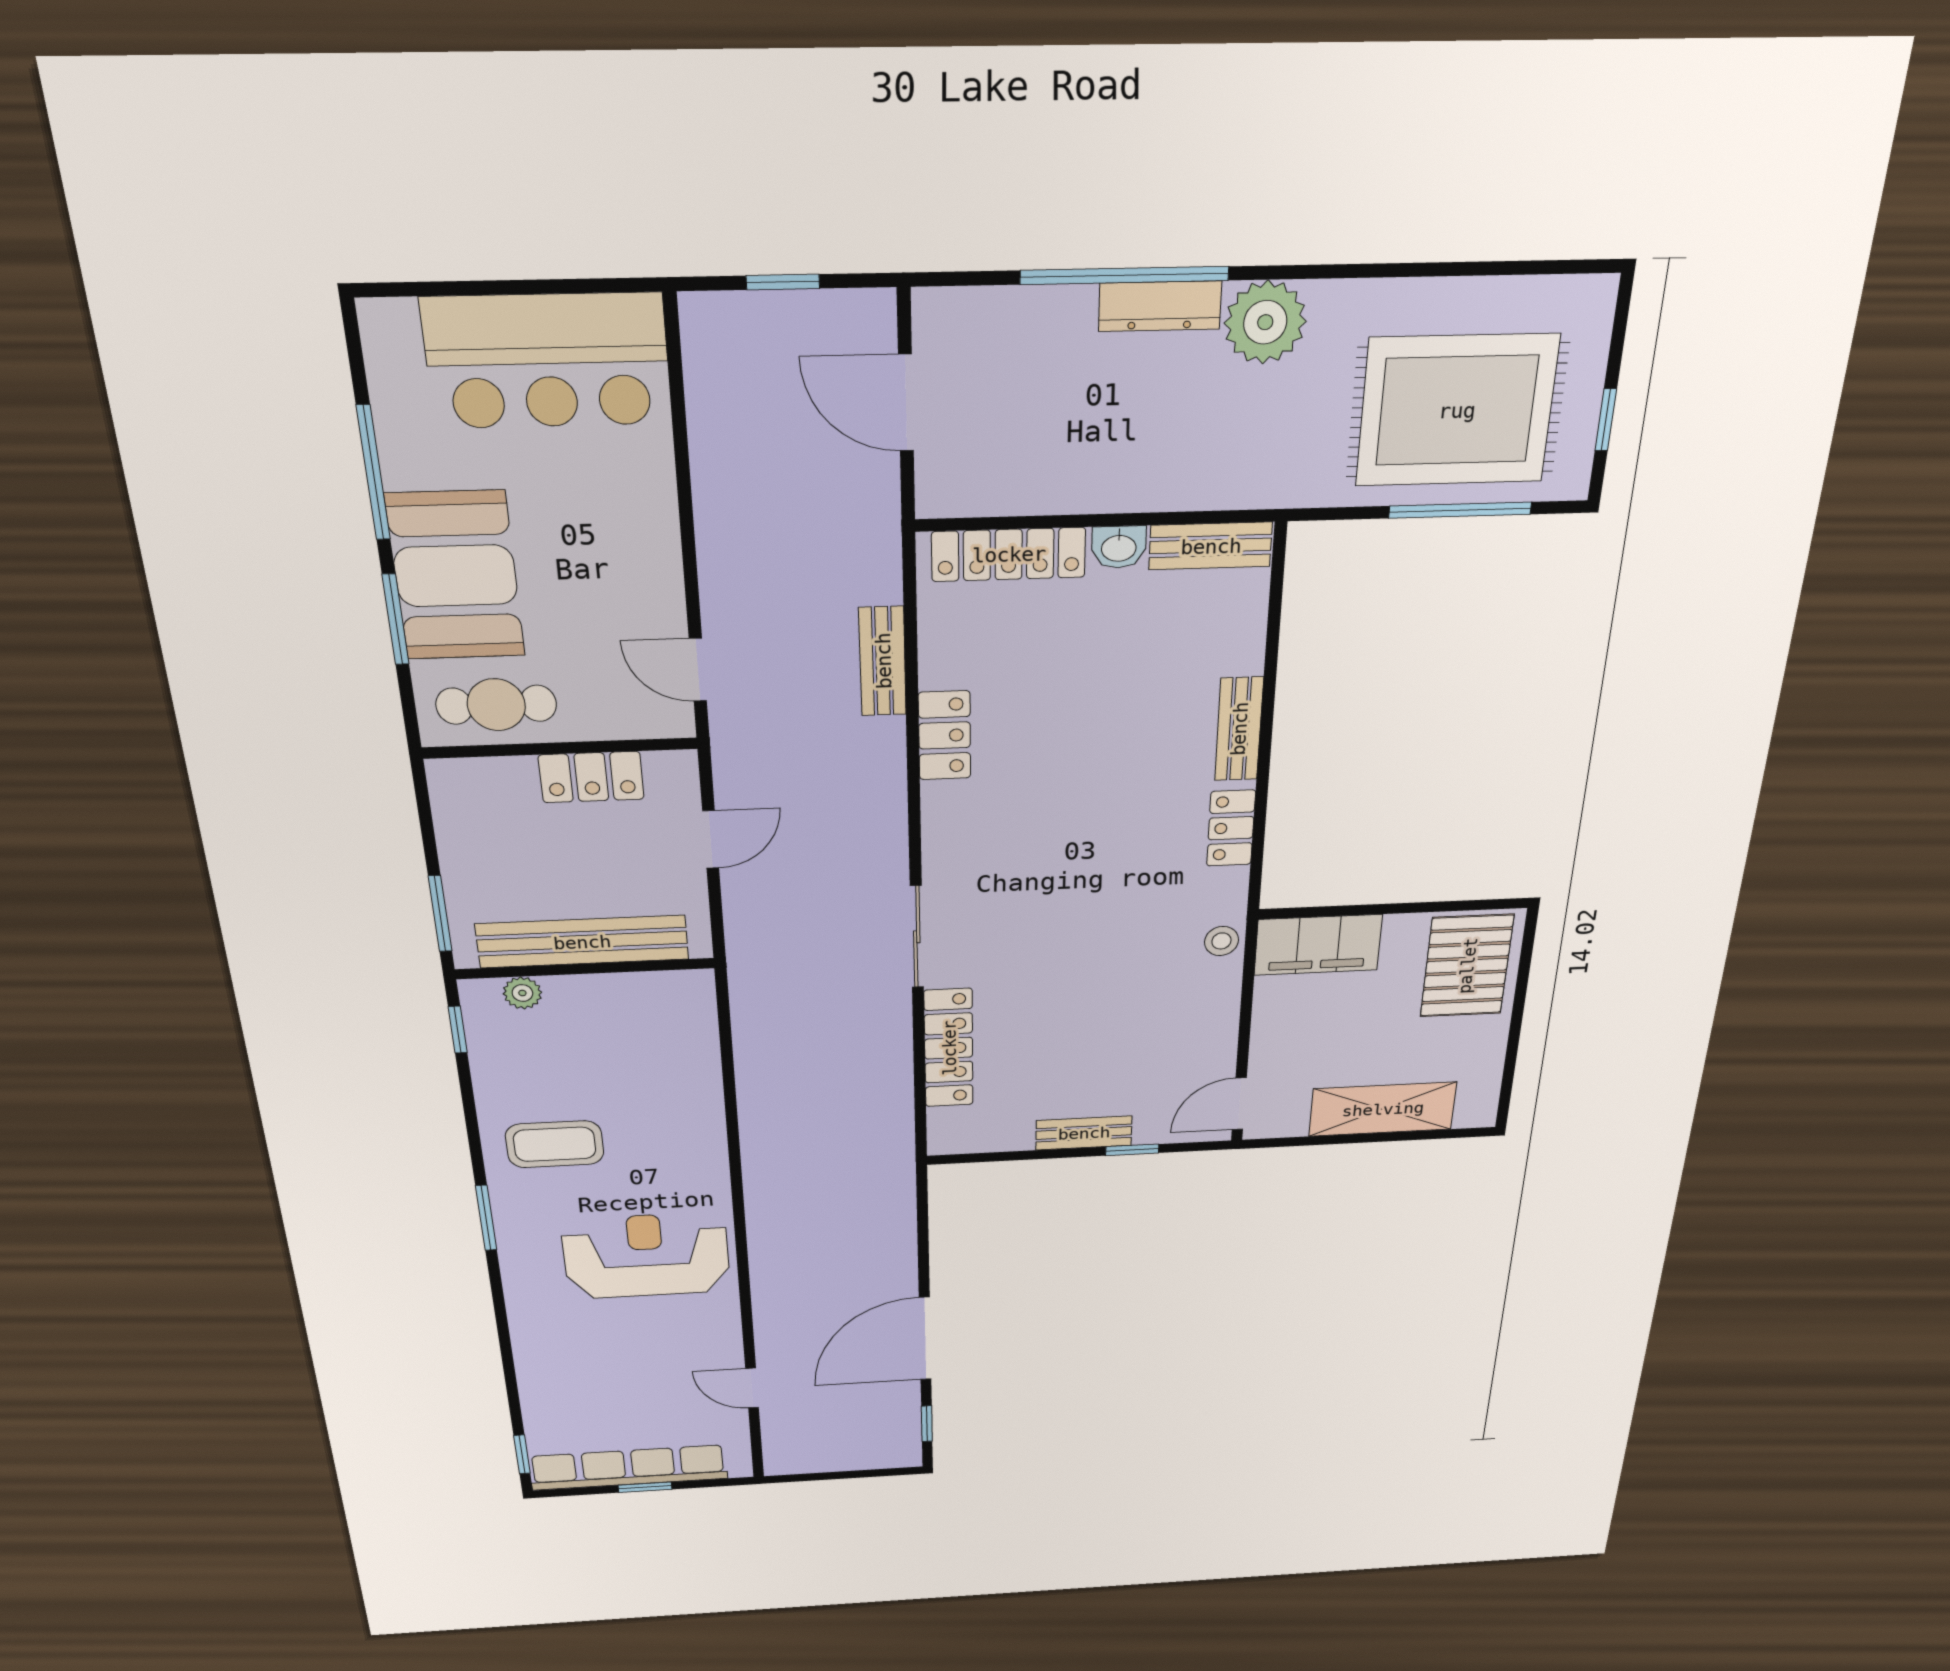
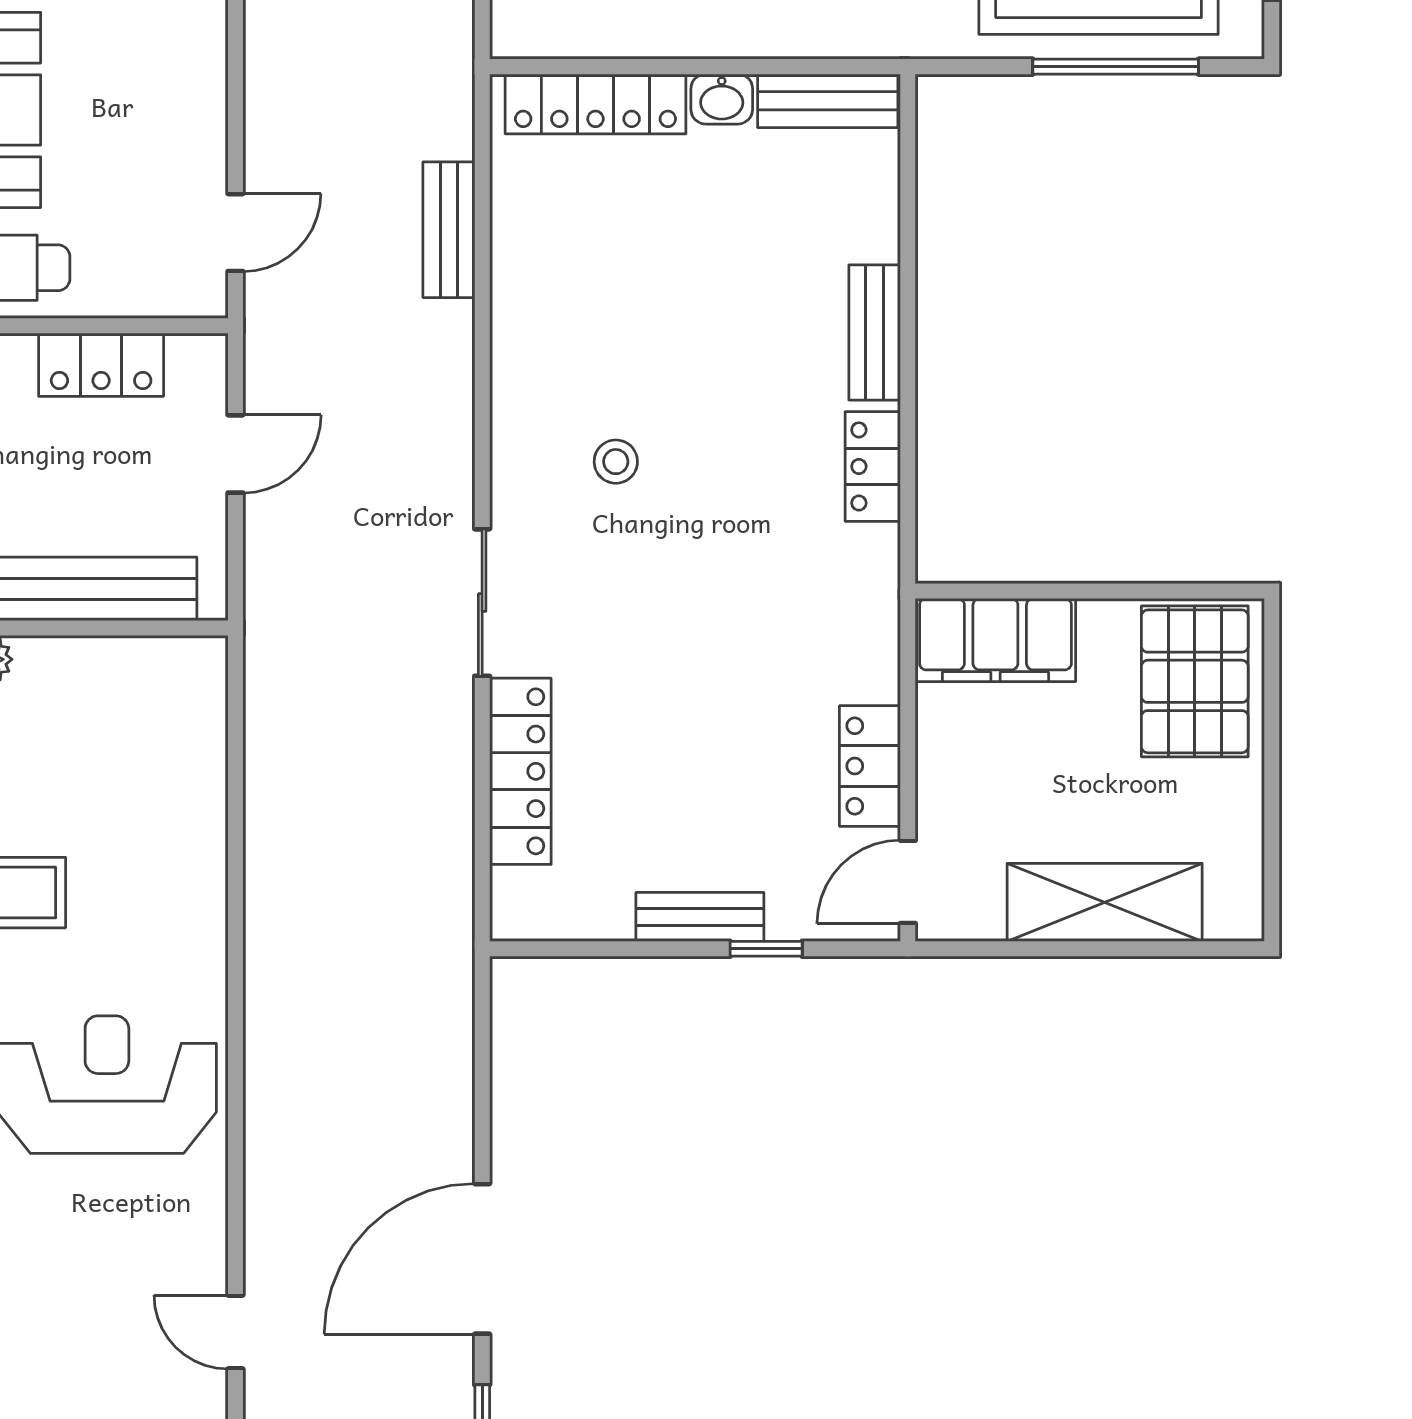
door: (698, 670) -> (235, 233), swing flipped
locker: (945, 735) -> (870, 766), moved, turned 180
stool: (1221, 941) -> (616, 462), moved

